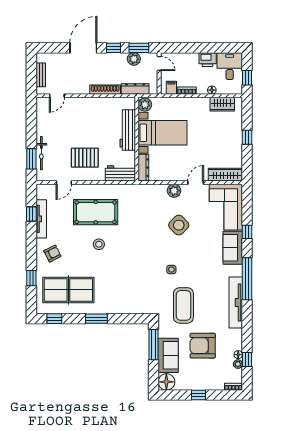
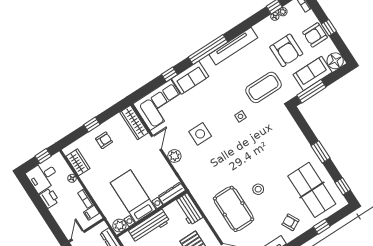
armchair: (227, 139) -> (104, 140), added
door: (196, 183) -> (156, 143), swing flipped
side table: (179, 225) -> (200, 134), turned 45
armchair: (200, 379) -> (315, 35), added

